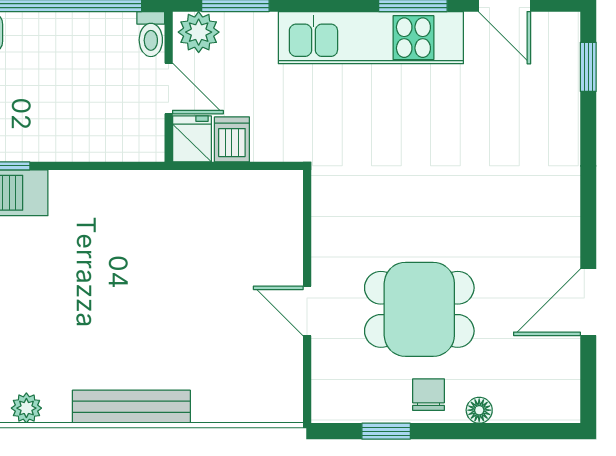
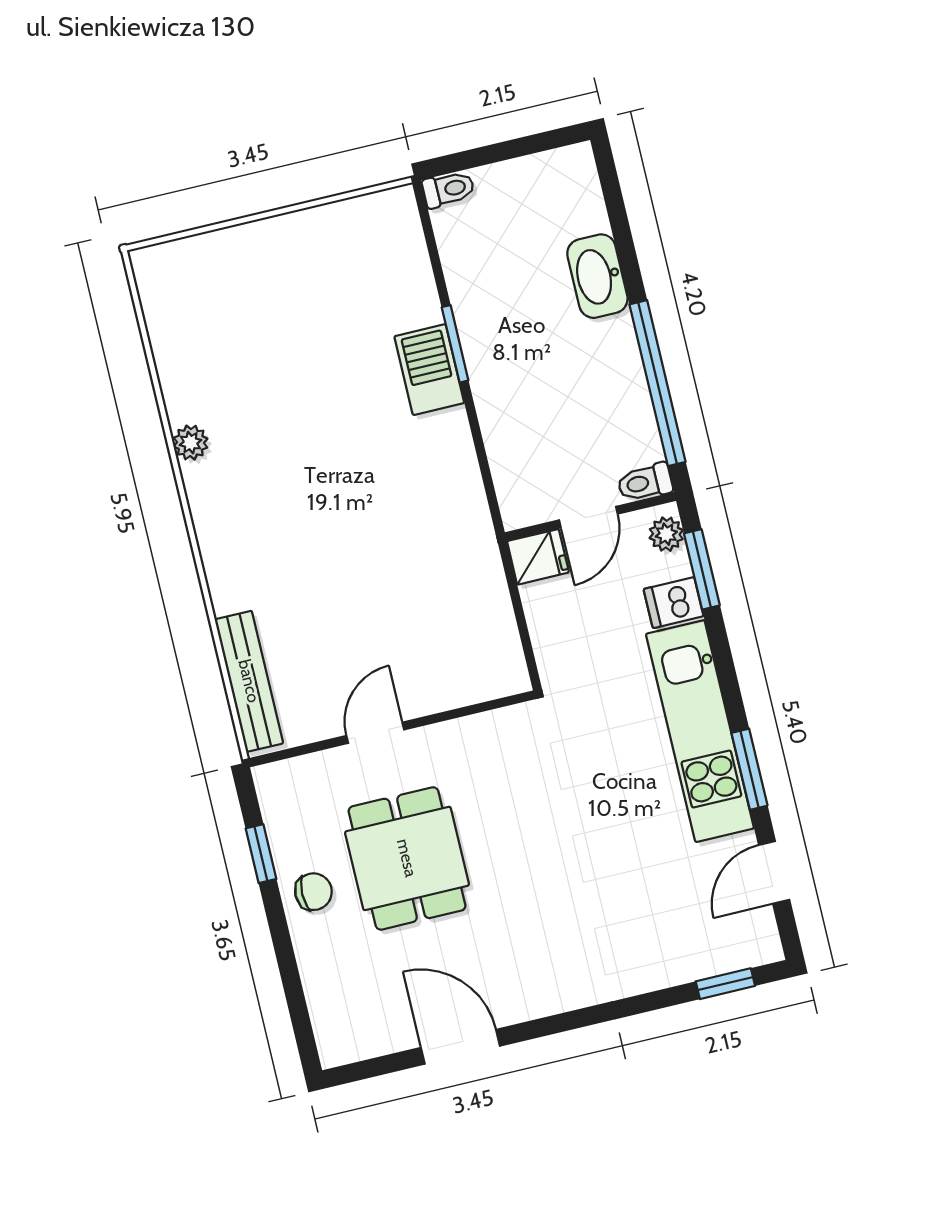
plant: (199, 32) -> (666, 534), width x0.73, depth x0.73
dishwasher: (232, 139) -> (674, 603), moved, turned 180
bench: (131, 407) -> (249, 681), moved
floor lamp: (479, 410) -> (309, 953), removed

